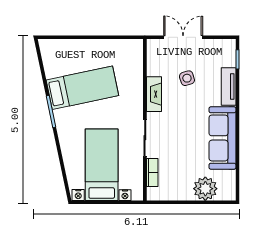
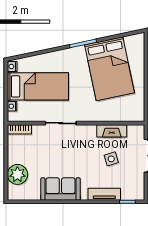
bed: (82, 88) -> (109, 69), width x1.50
fireplace: (154, 94) -> (112, 131), moved
sofa: (222, 138) -> (60, 189), width x0.73
bookcase: (152, 173) -> (19, 129), moved

